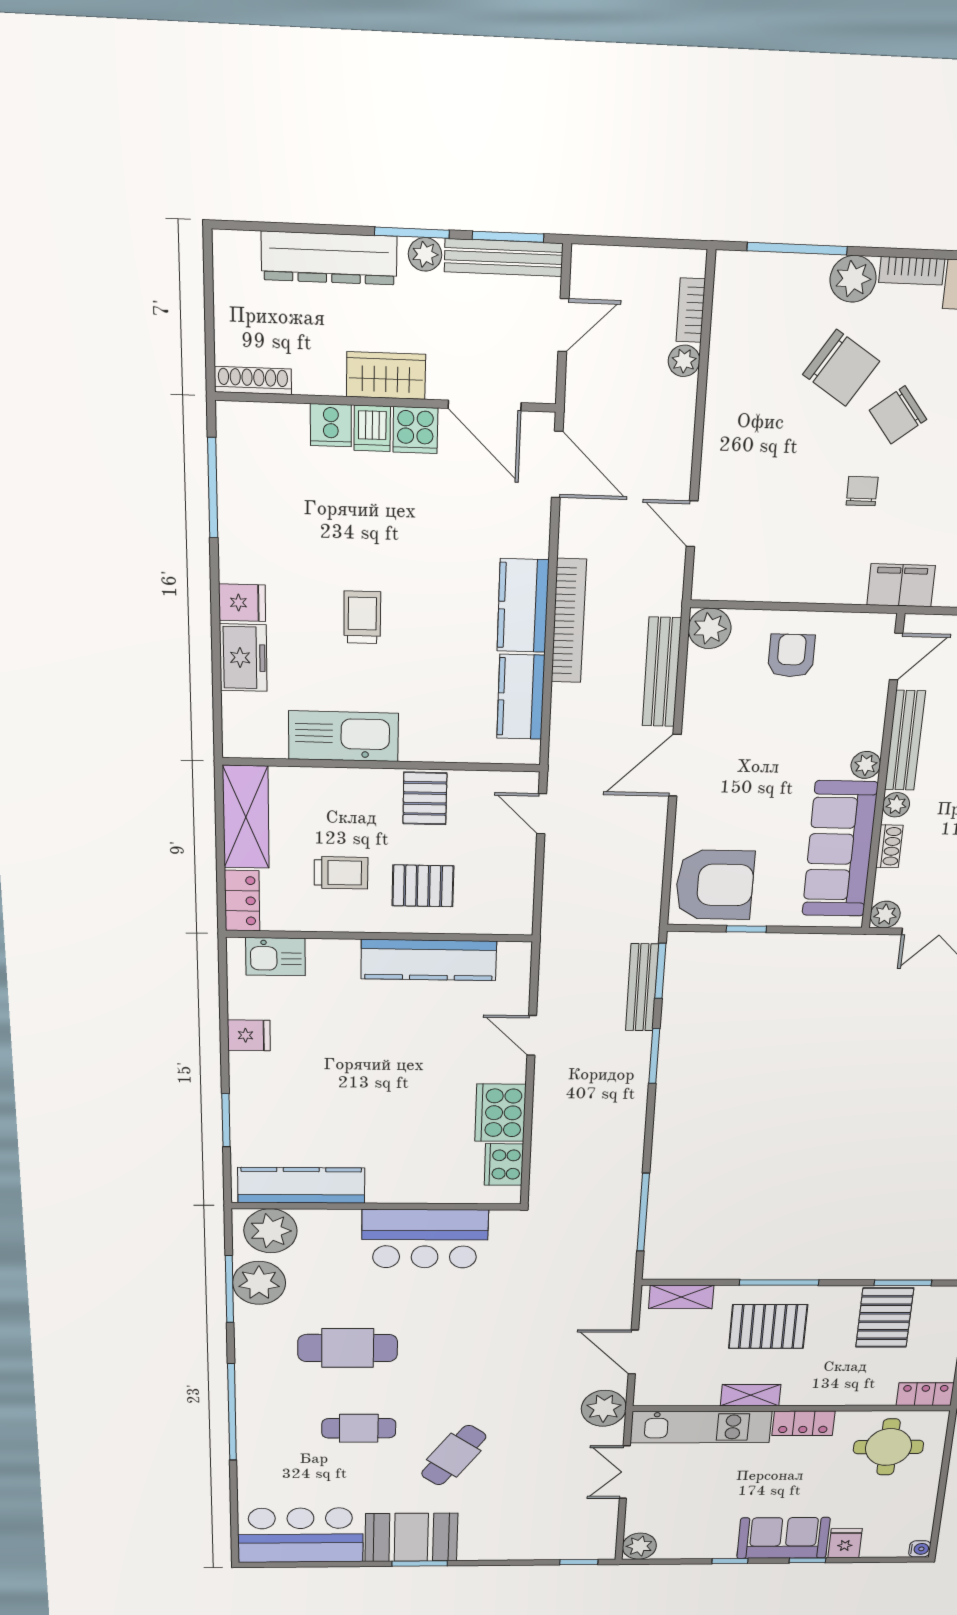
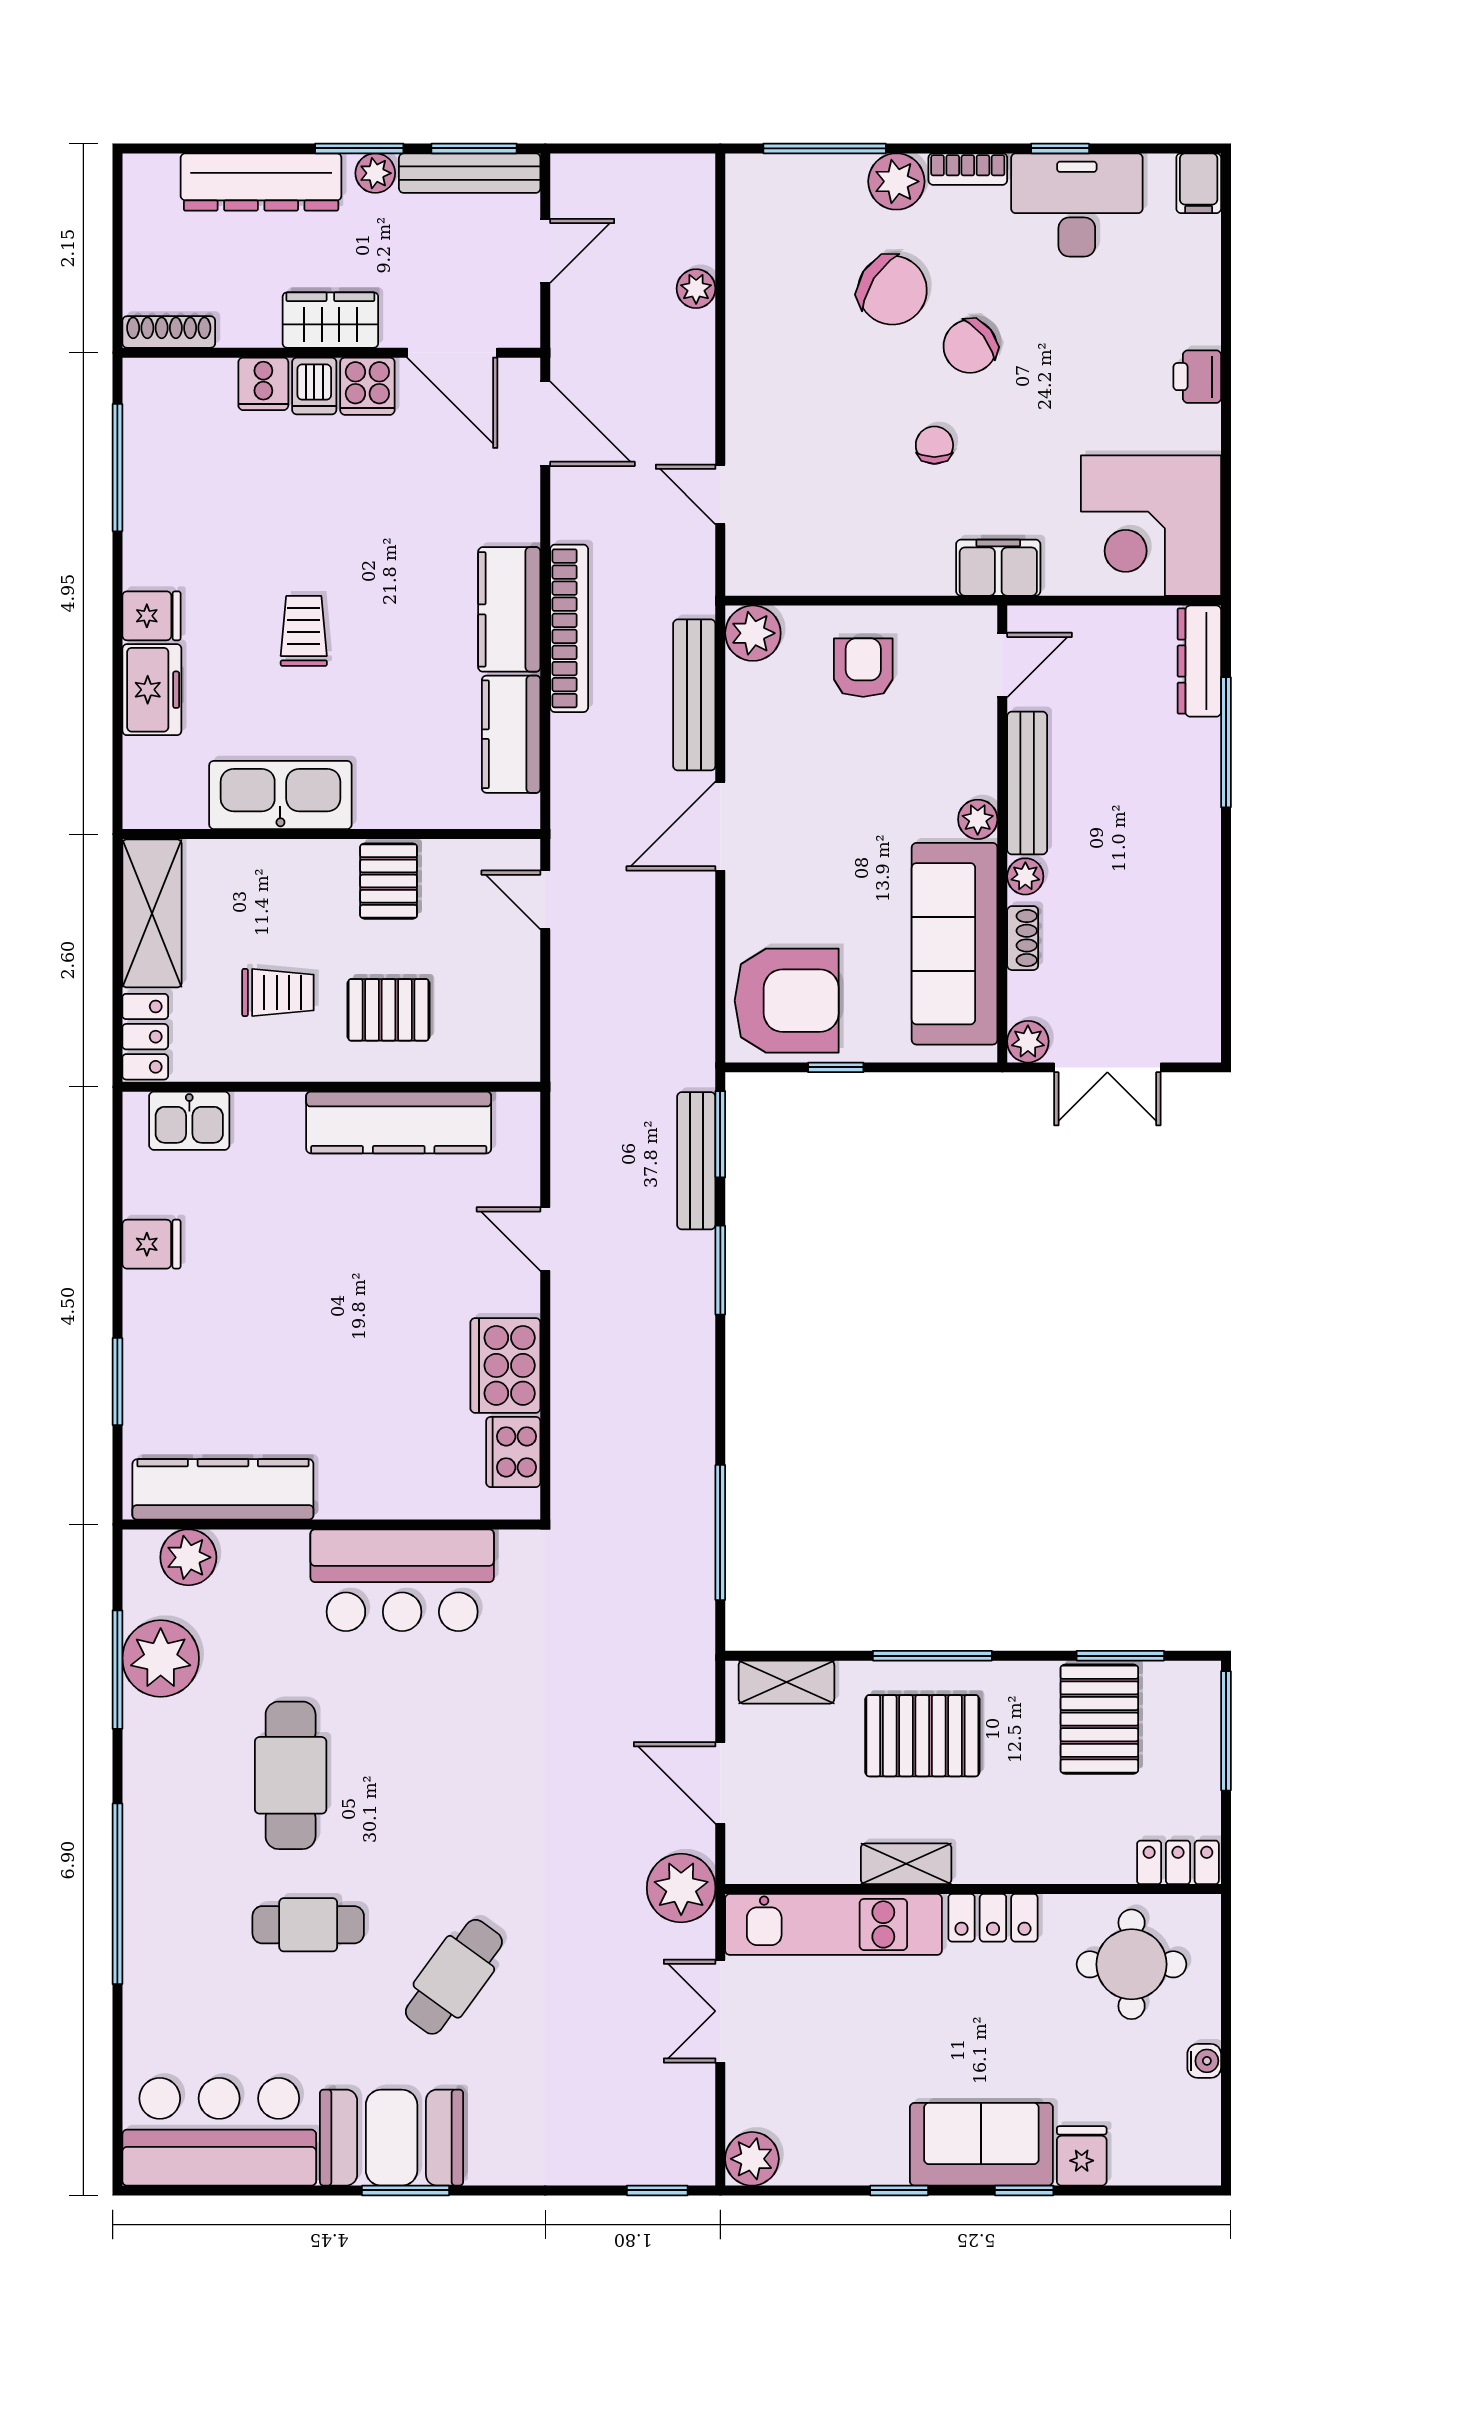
bookcase: (691, 310) -> (700, 227), removed
plant: (270, 1231) -> (188, 1557), width x0.73, depth x0.73
cafe table: (348, 1348) -> (291, 1775), turned 90
water cooler: (920, 1549) -> (1204, 2061), moved

